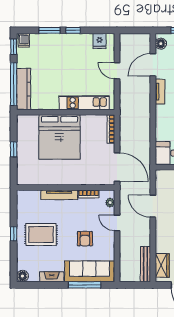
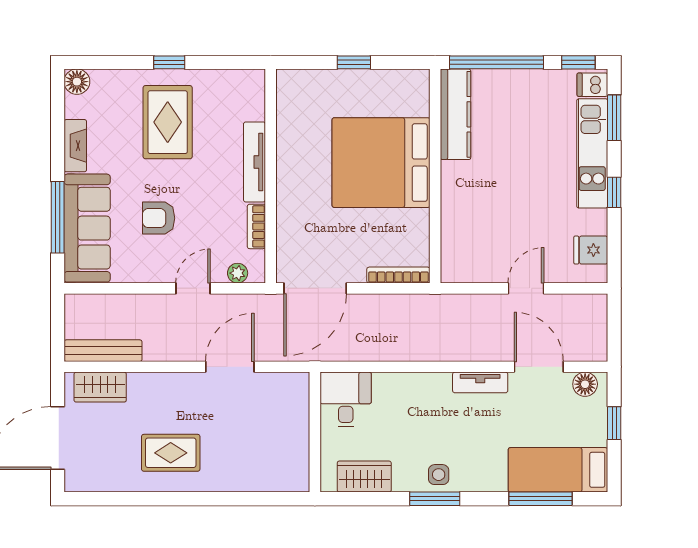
window: (49, 30) -> (614, 118), moved
kitchen counter: (24, 89) -> (456, 114), moved, turned -90
kitchen unit: (84, 103) -> (592, 153), moved, turned 180

